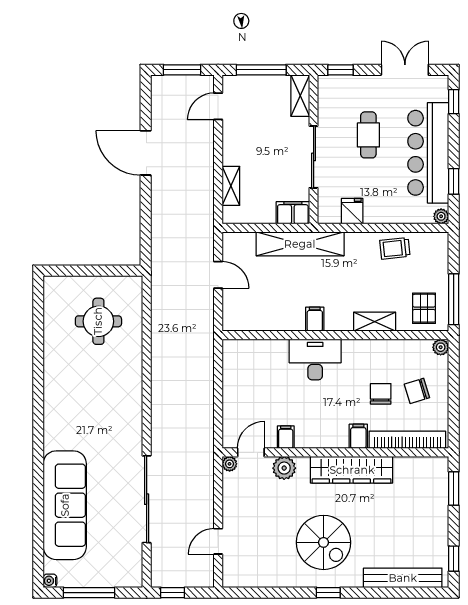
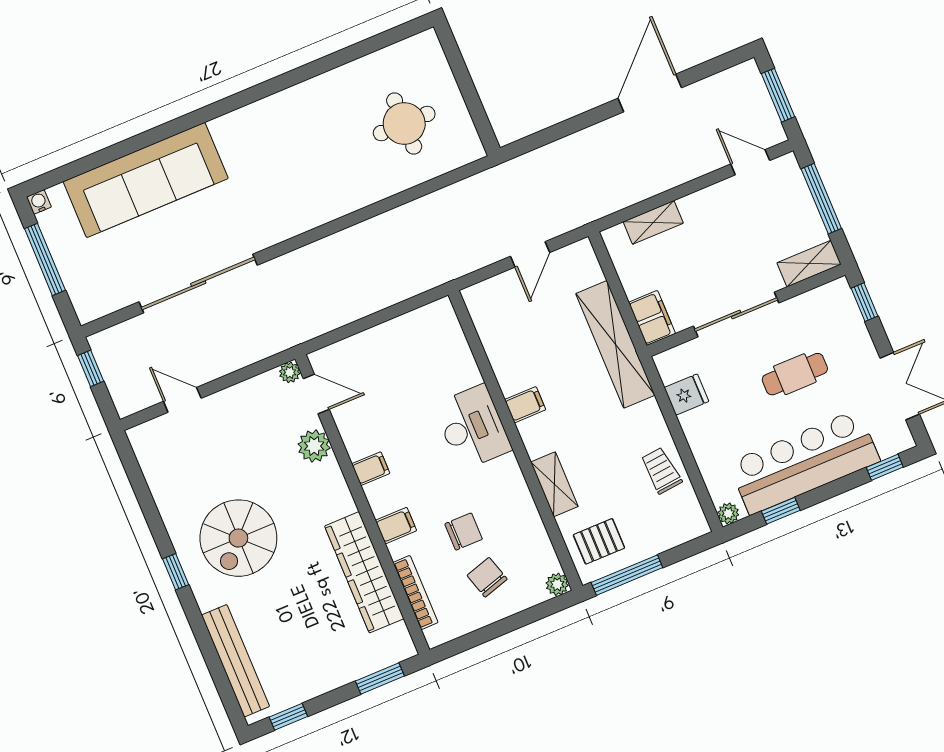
filing cabinet: (286, 437) -> (371, 469), moved
bookcase: (407, 440) -> (415, 592), width x0.68, depth x0.76
wardrobe: (352, 470) -> (364, 572), moved

